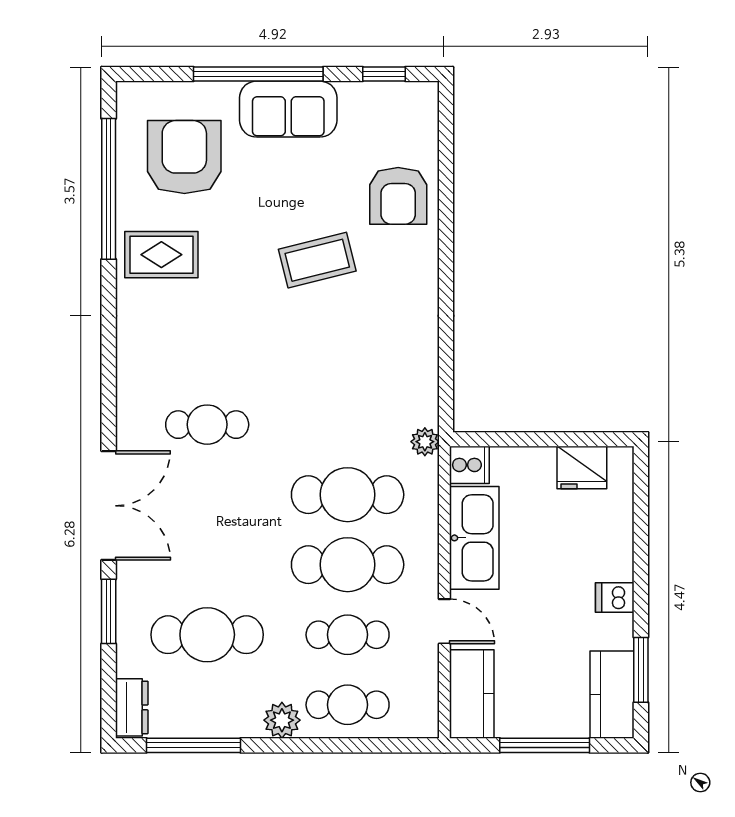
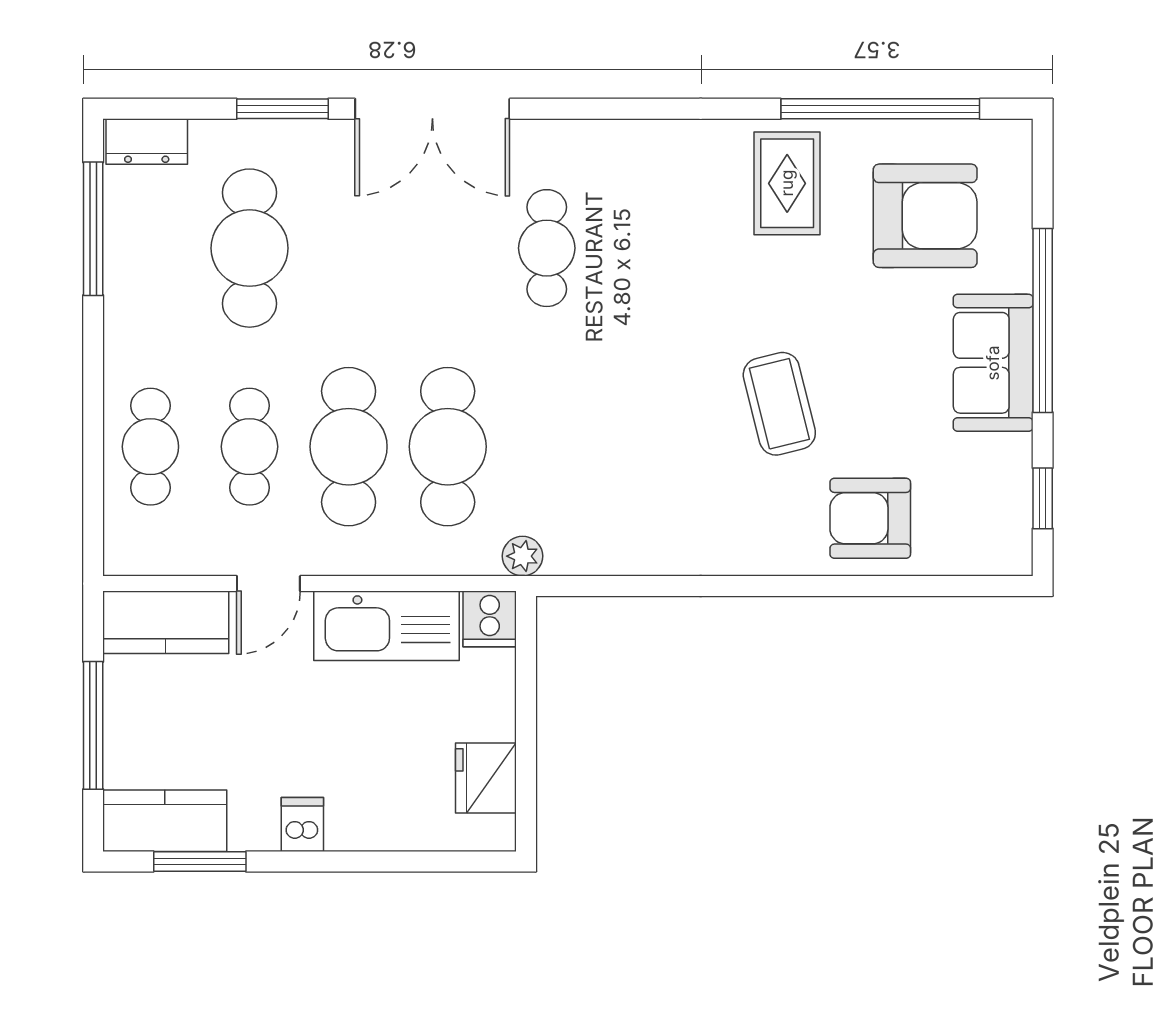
plant: (282, 720) -> (129, 354), removed

